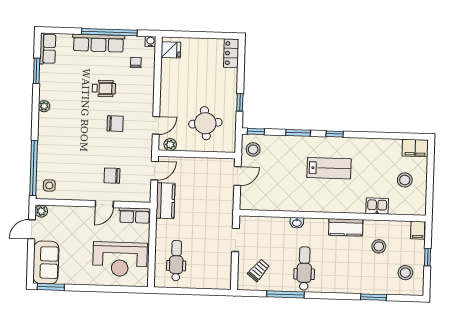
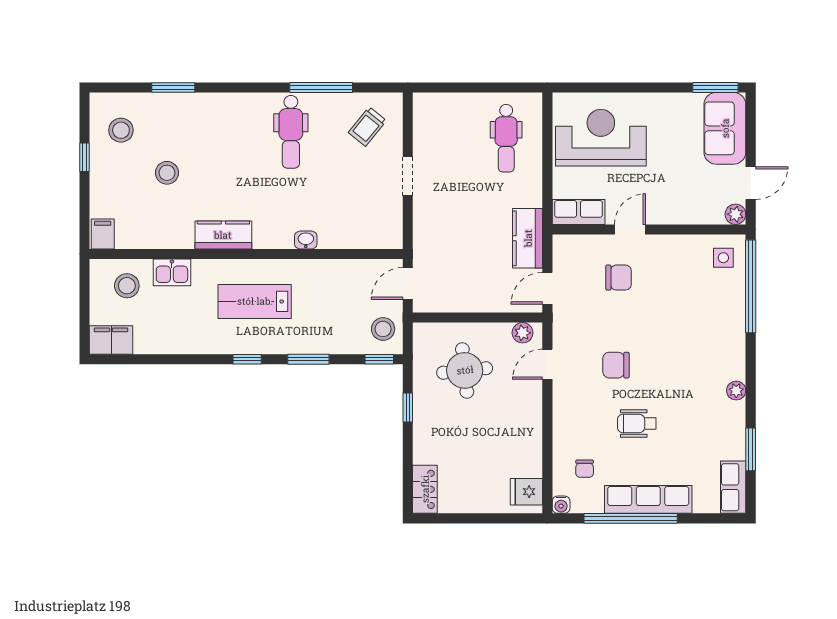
kitchen sink: (377, 206) -> (172, 272), moved
wall: (333, 216) -> (246, 254), moved
washbasin: (297, 223) -> (306, 240), moved
kitchen counter: (346, 227) -> (223, 235), moved
filing cabinet: (418, 230) -> (103, 234), moved

